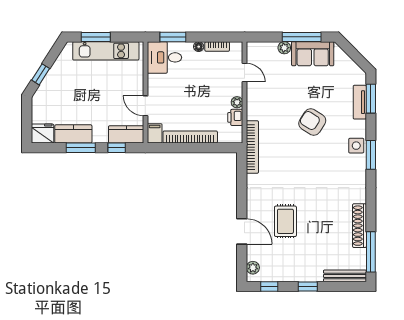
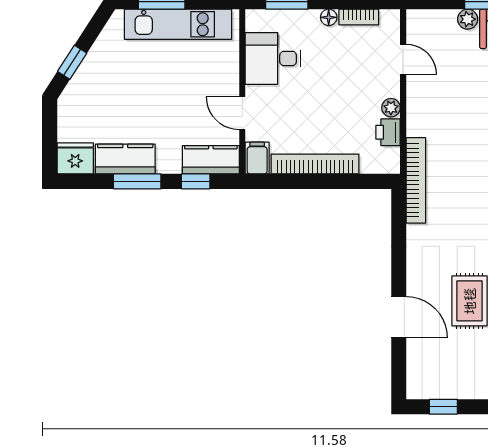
desk: (164, 57) -> (273, 58), moved
plant: (253, 268) -> (417, 376), removed

